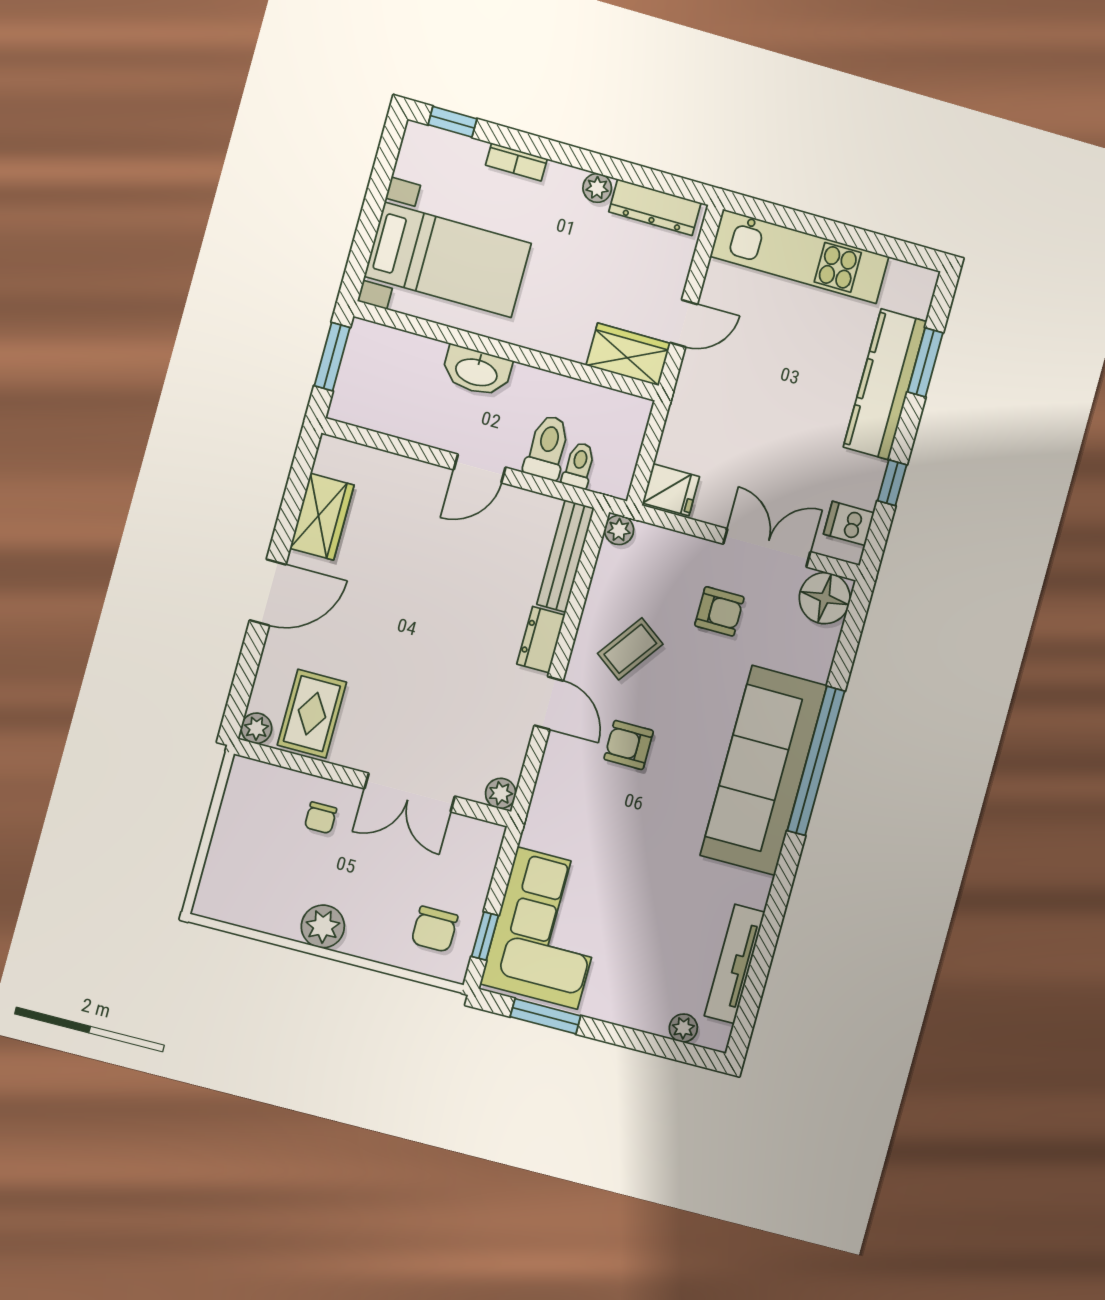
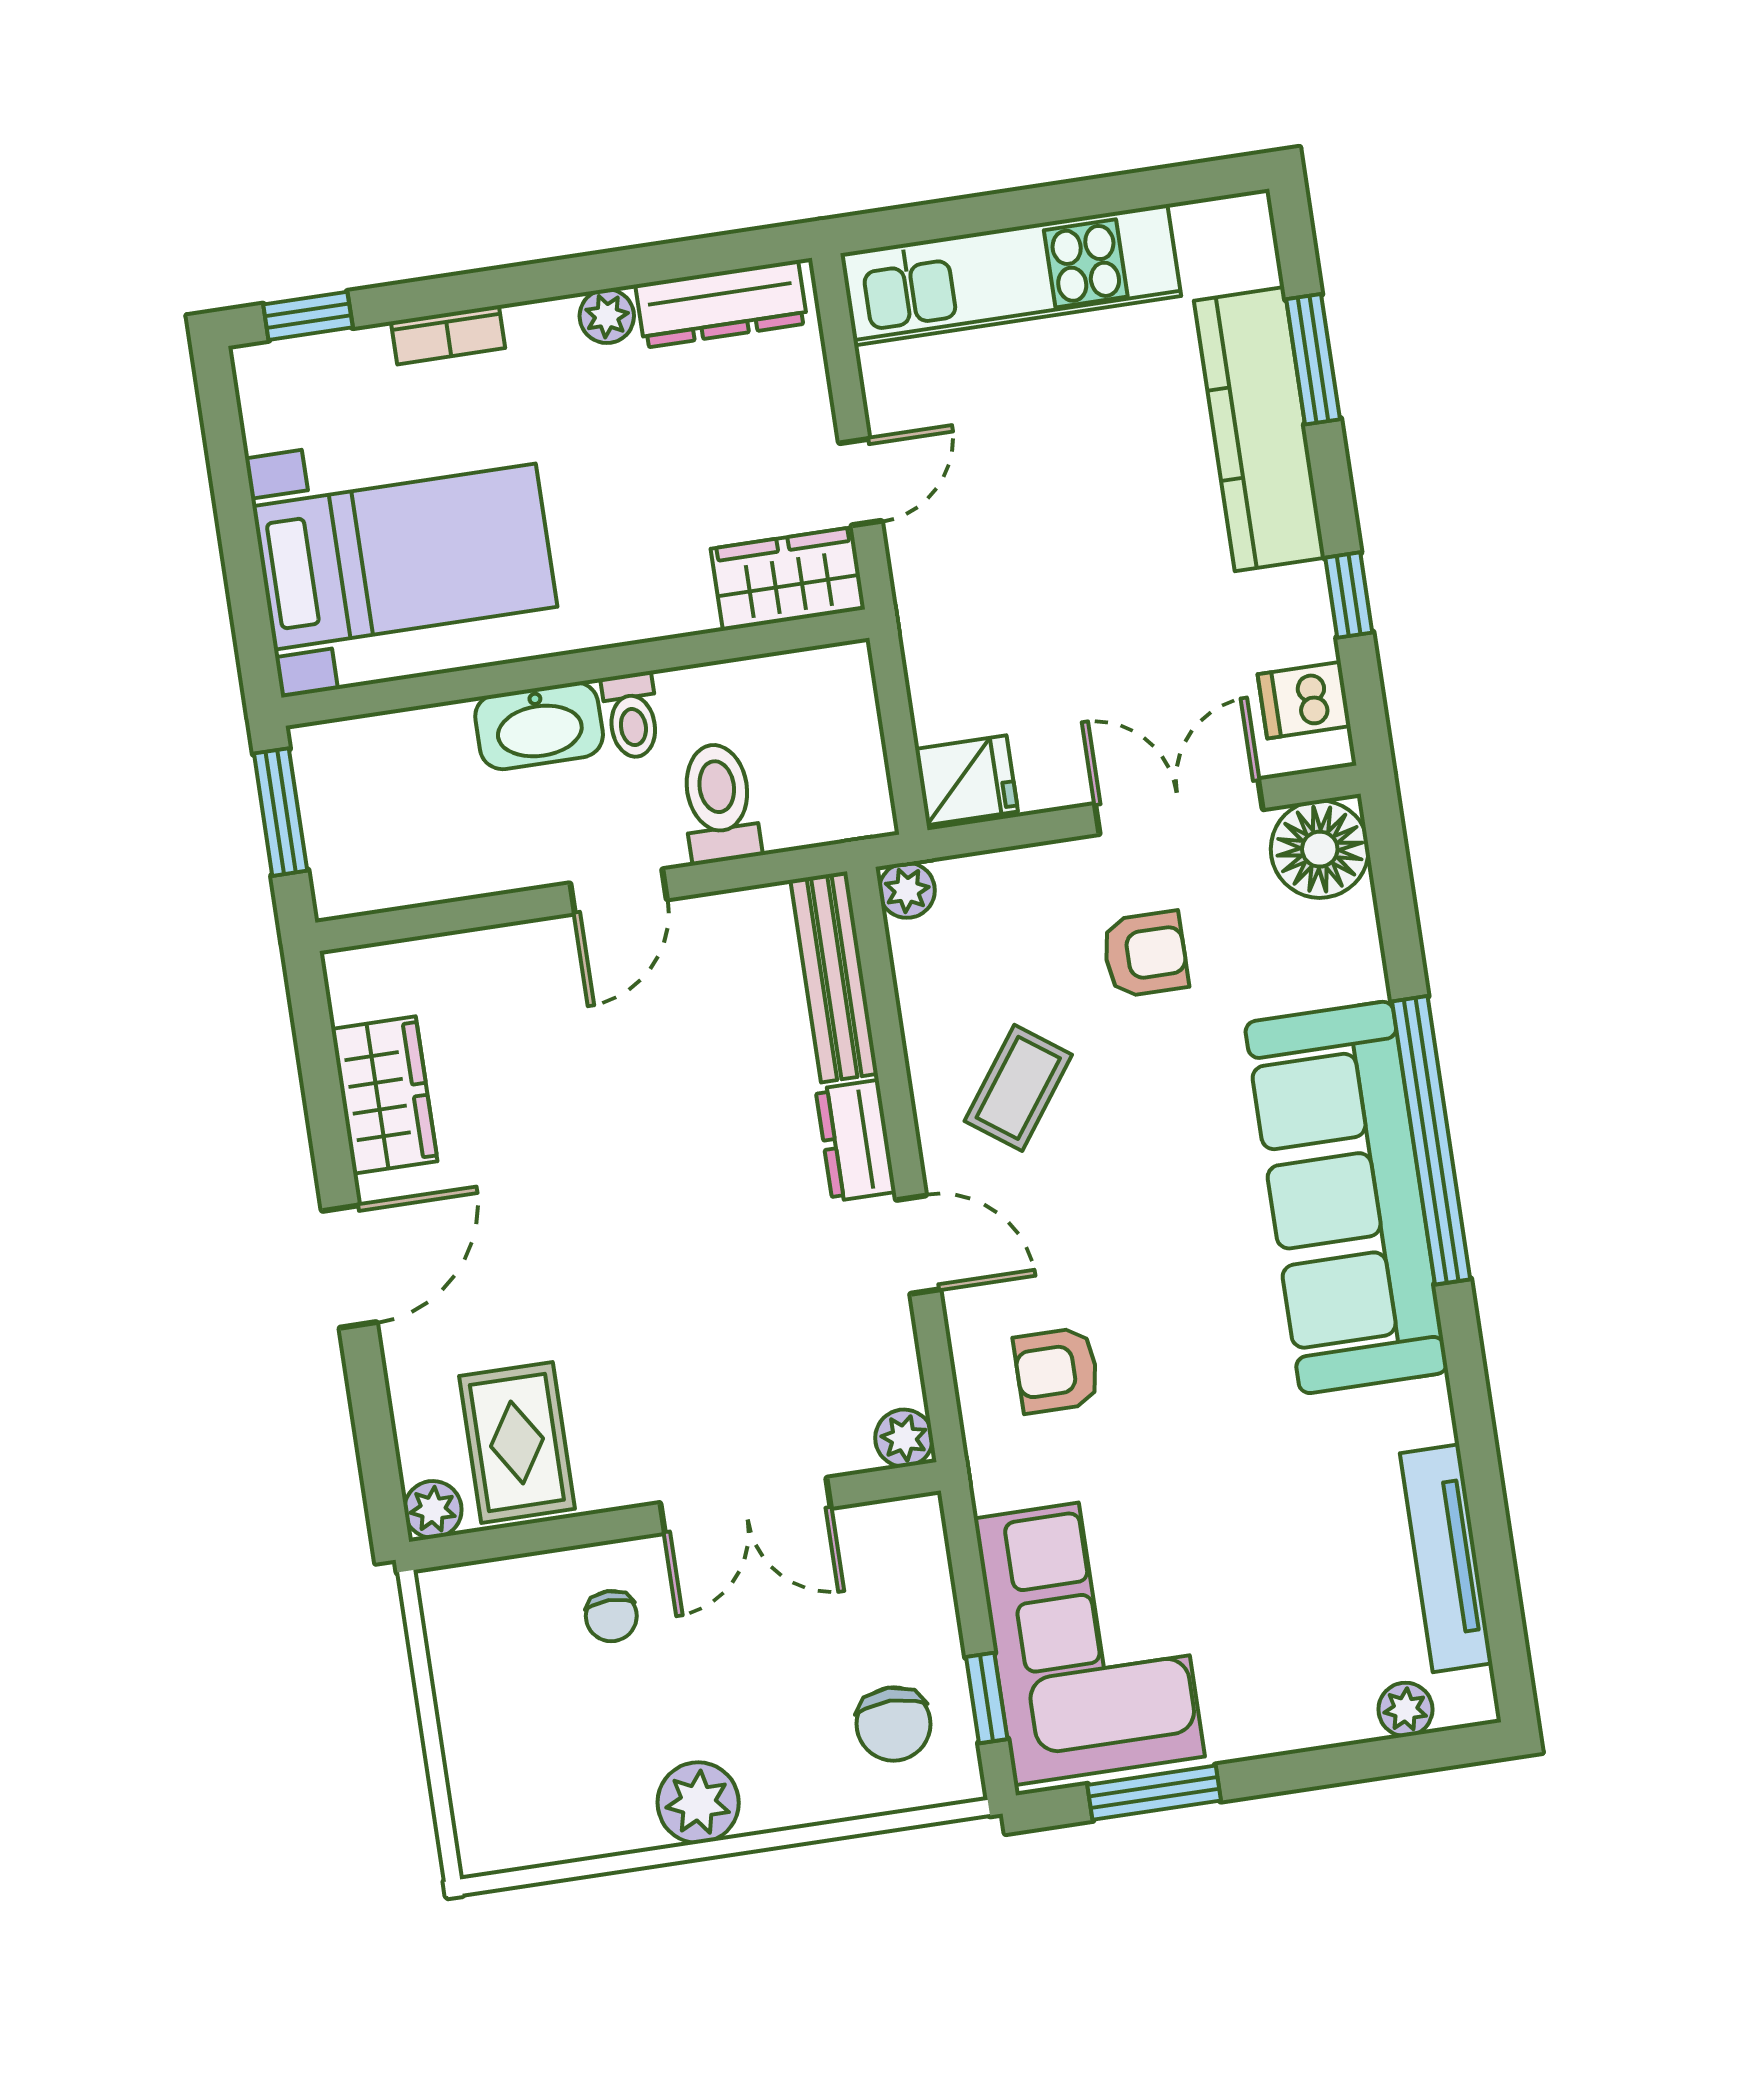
toilet: (579, 465) -> (632, 716), moved, turned 180
armchair: (629, 745) -> (1057, 1370), moved

